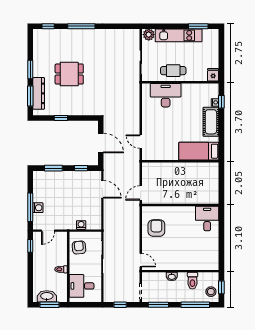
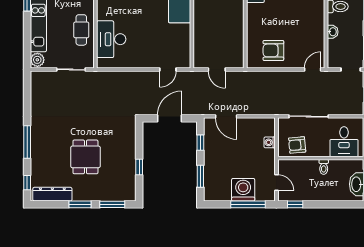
dresser: (39, 93) -> (52, 194), moved
door: (102, 189) -> (226, 116), swing flipped
door: (141, 193) -> (217, 70), moved
washing machine: (38, 208) -> (243, 190), width x1.89, depth x1.89

